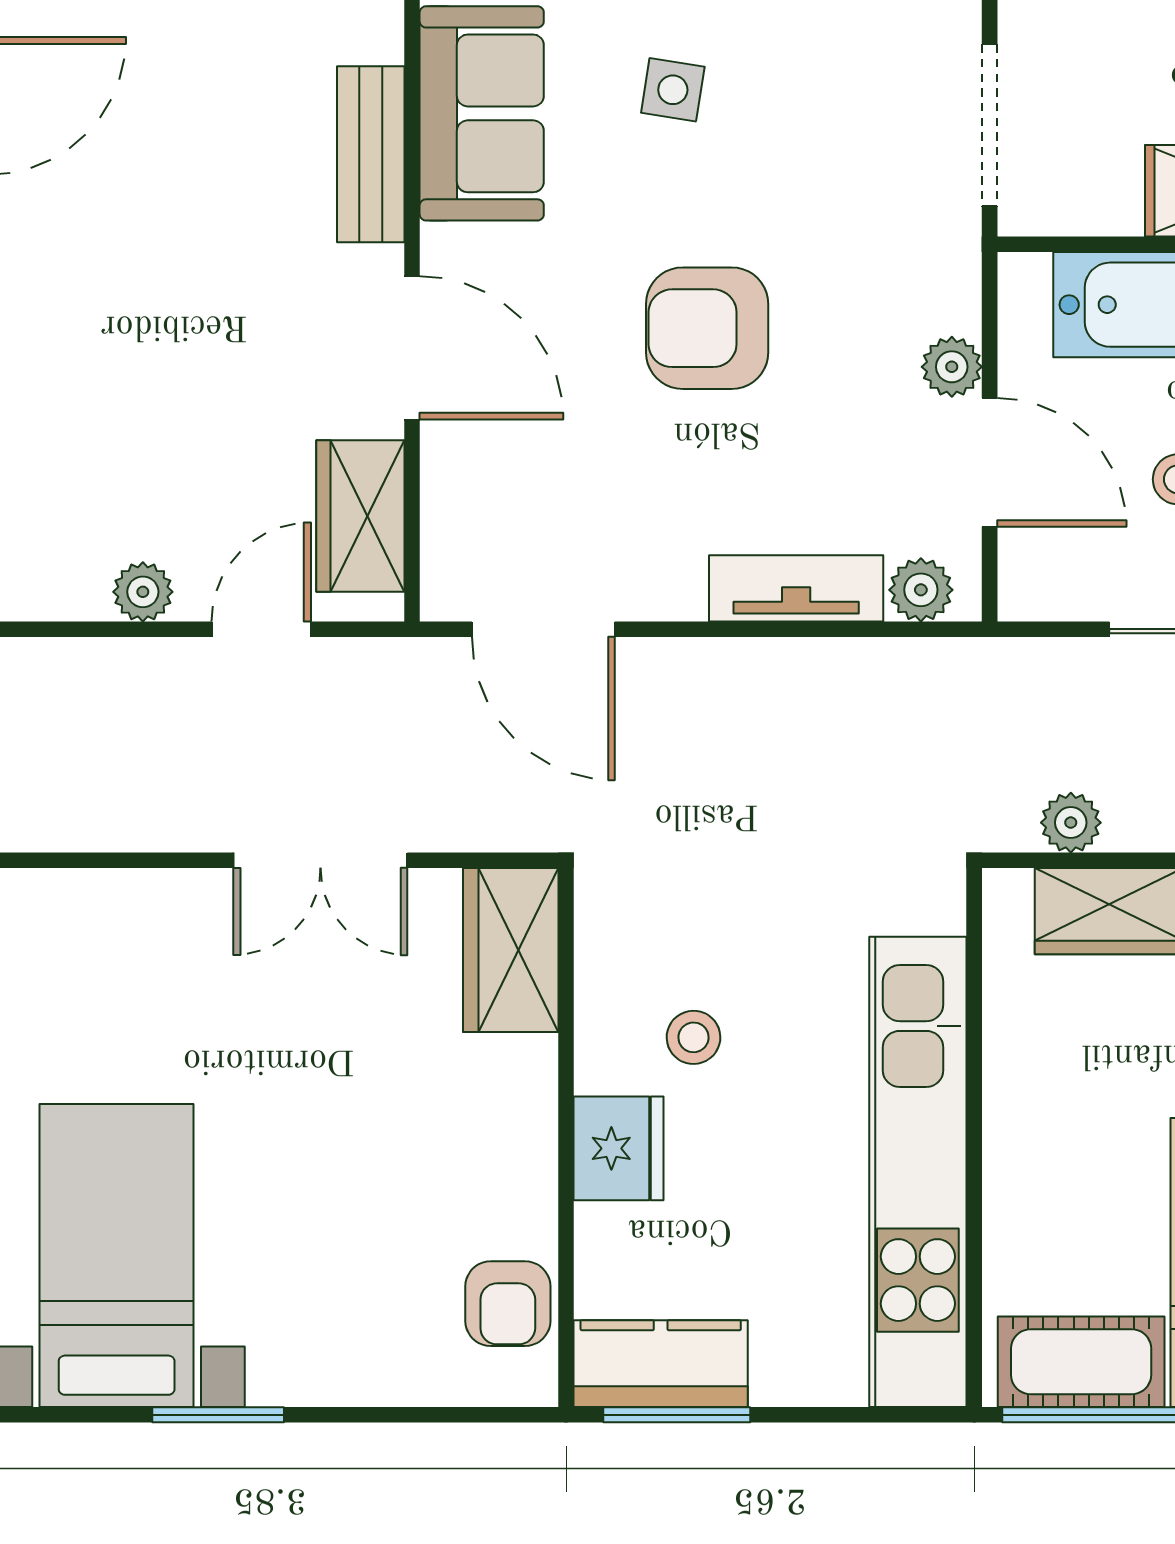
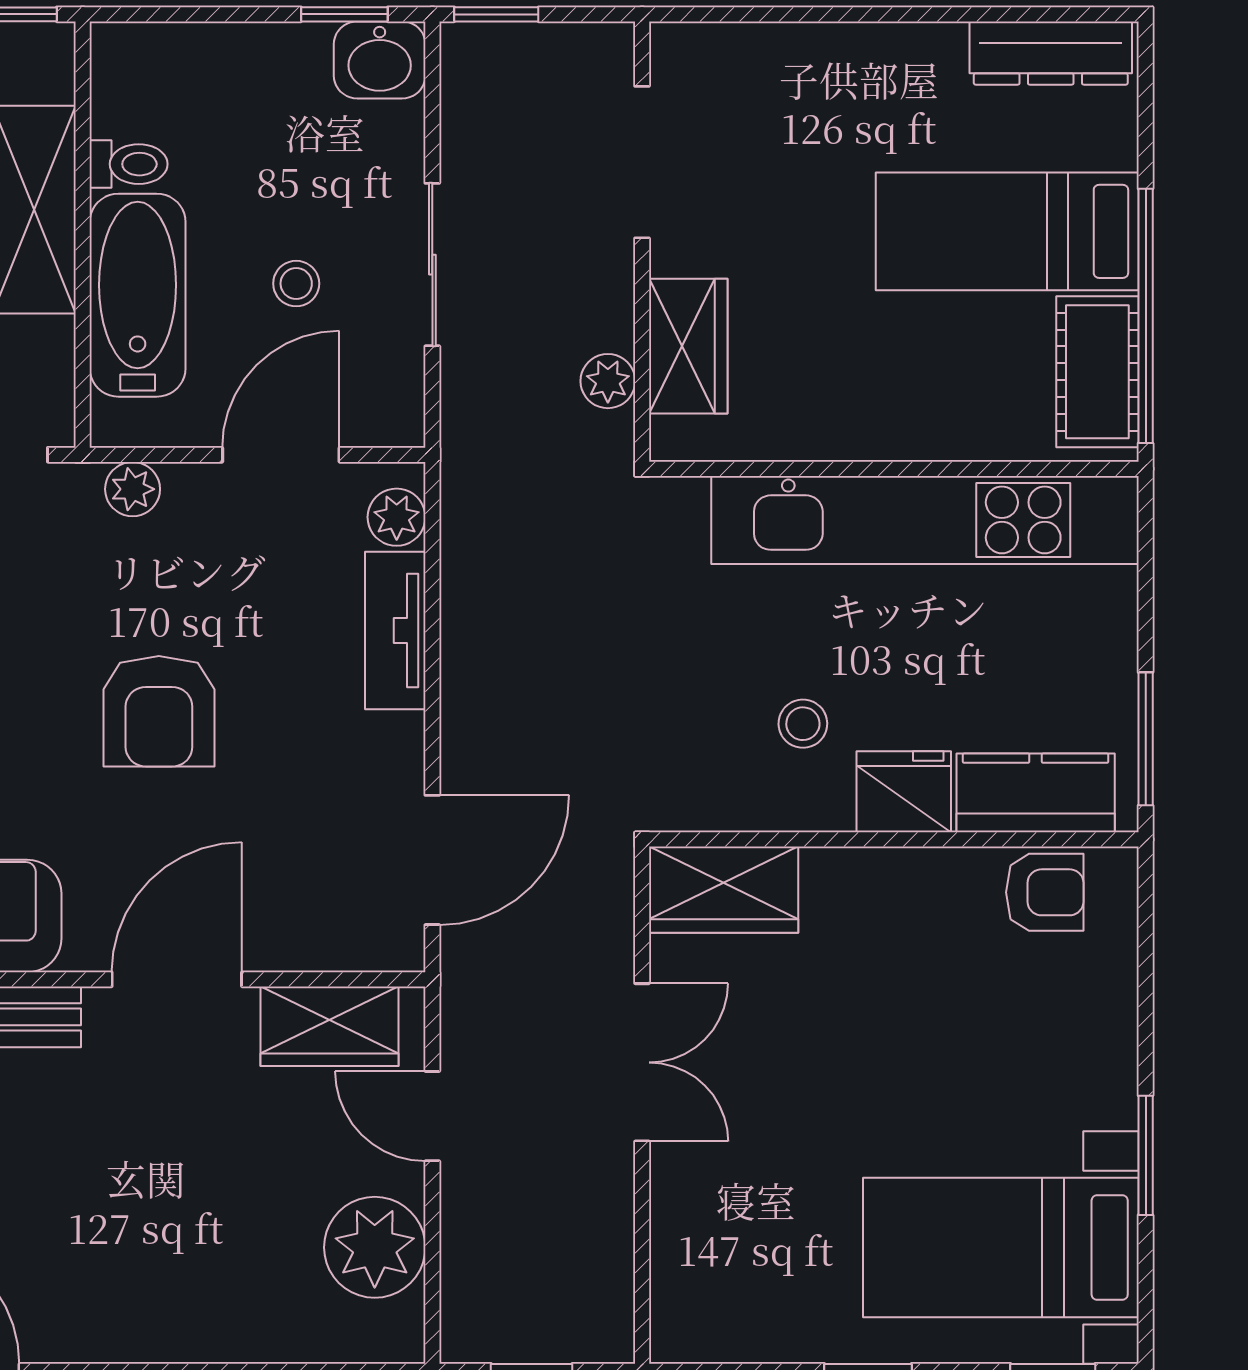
plant: (952, 367) -> (133, 489), moved
plant: (143, 592) -> (375, 1247), width x1.87, depth x1.87
kitchen counter: (661, 1364) -> (1036, 793), moved, turned 90

